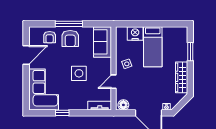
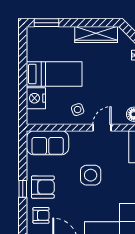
window: (69, 24) -> (23, 189), width x0.46
window: (190, 52) -> (46, 23), moved
door: (114, 82) -> (102, 128), swing flipped

